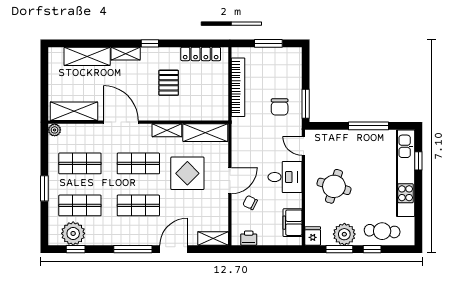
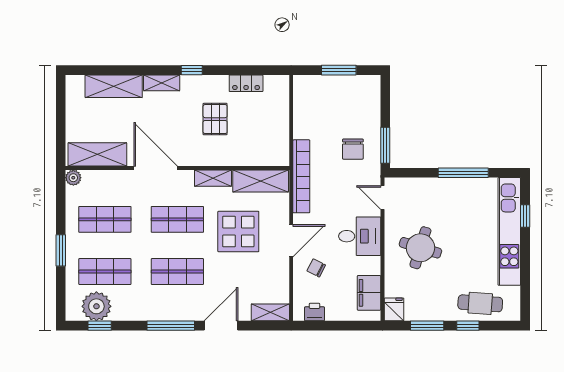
locker: (201, 54) -> (246, 83), width x0.66
bookcase: (238, 87) -> (301, 176), moved
plant: (344, 234) -> (433, 307), removed

